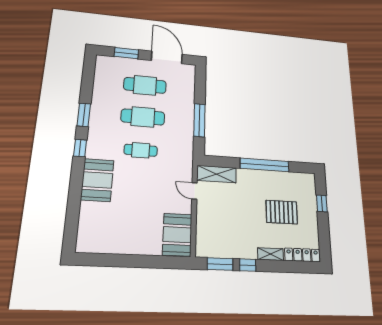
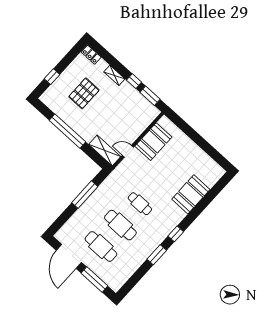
window: (126, 53) -> (94, 280), width x1.44
booth: (97, 180) -> (191, 194), moved
door: (194, 191) -> (128, 151), swing flipped
pallet: (282, 212) -> (84, 93), turned 90
booth: (177, 235) -> (153, 142), moved
locker: (302, 255) -> (91, 55), width x0.66

